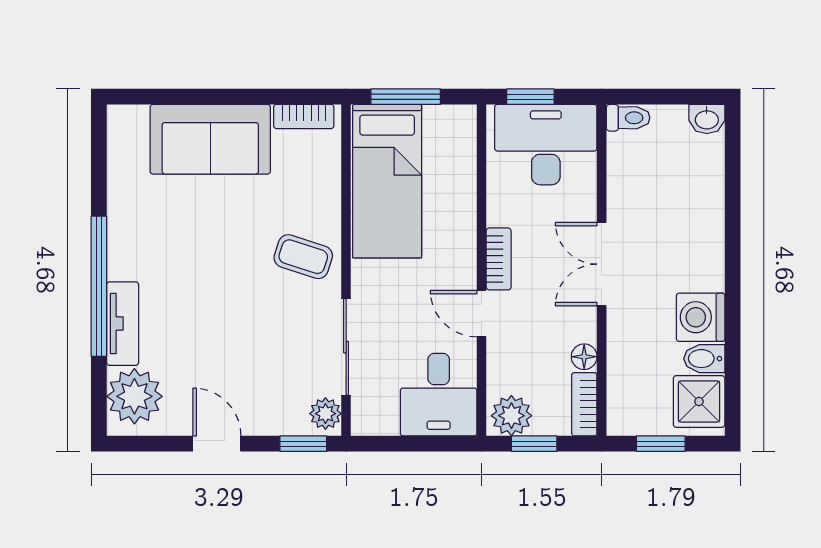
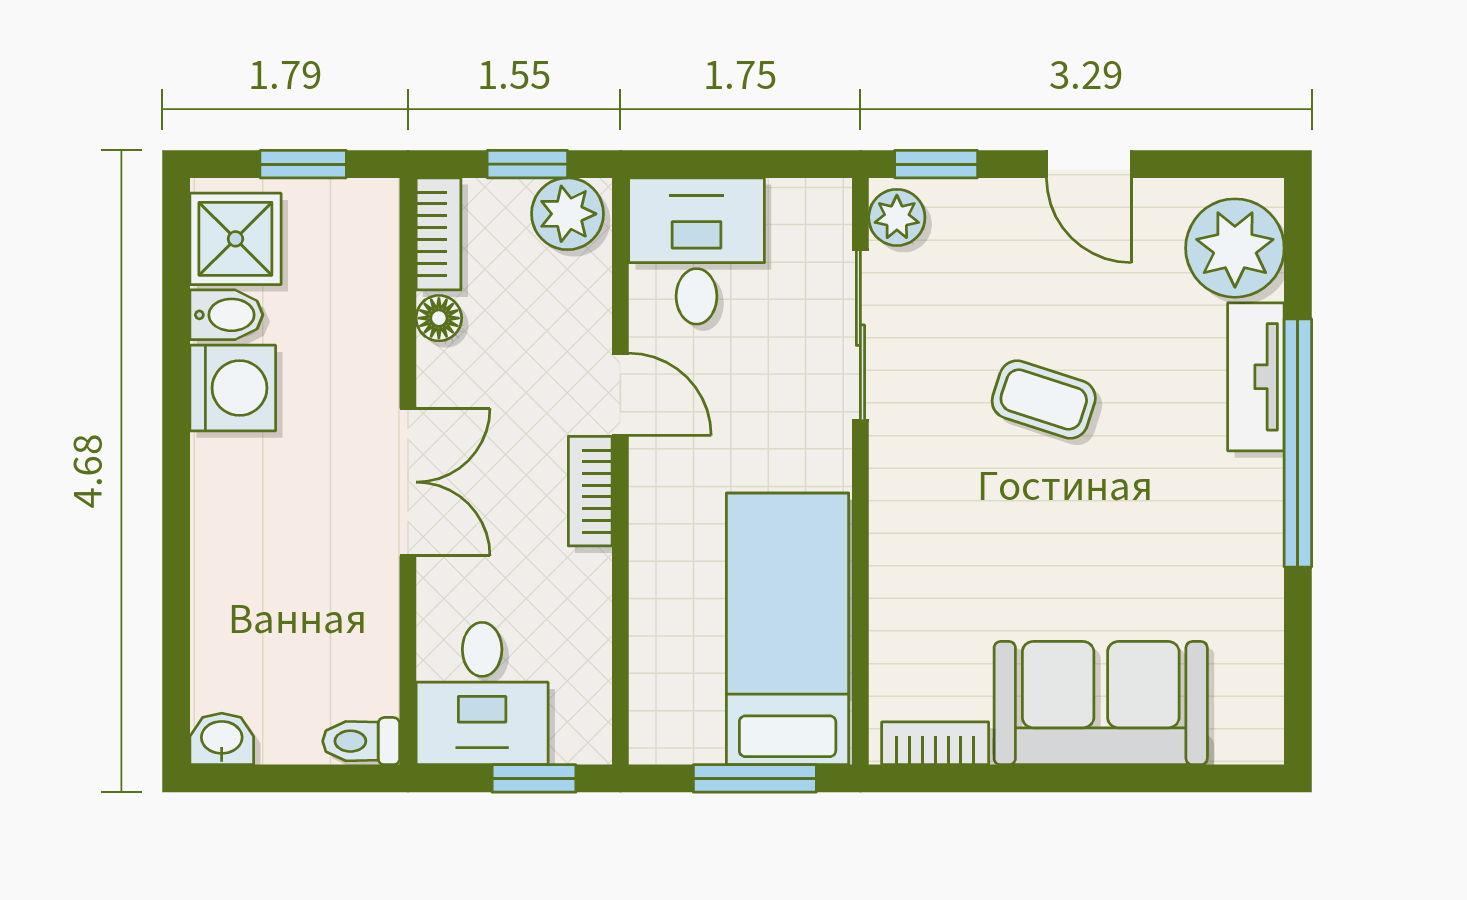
desk: (546, 145) -> (482, 694), width x0.73
coffee table: (303, 257) -> (1044, 399), moved

